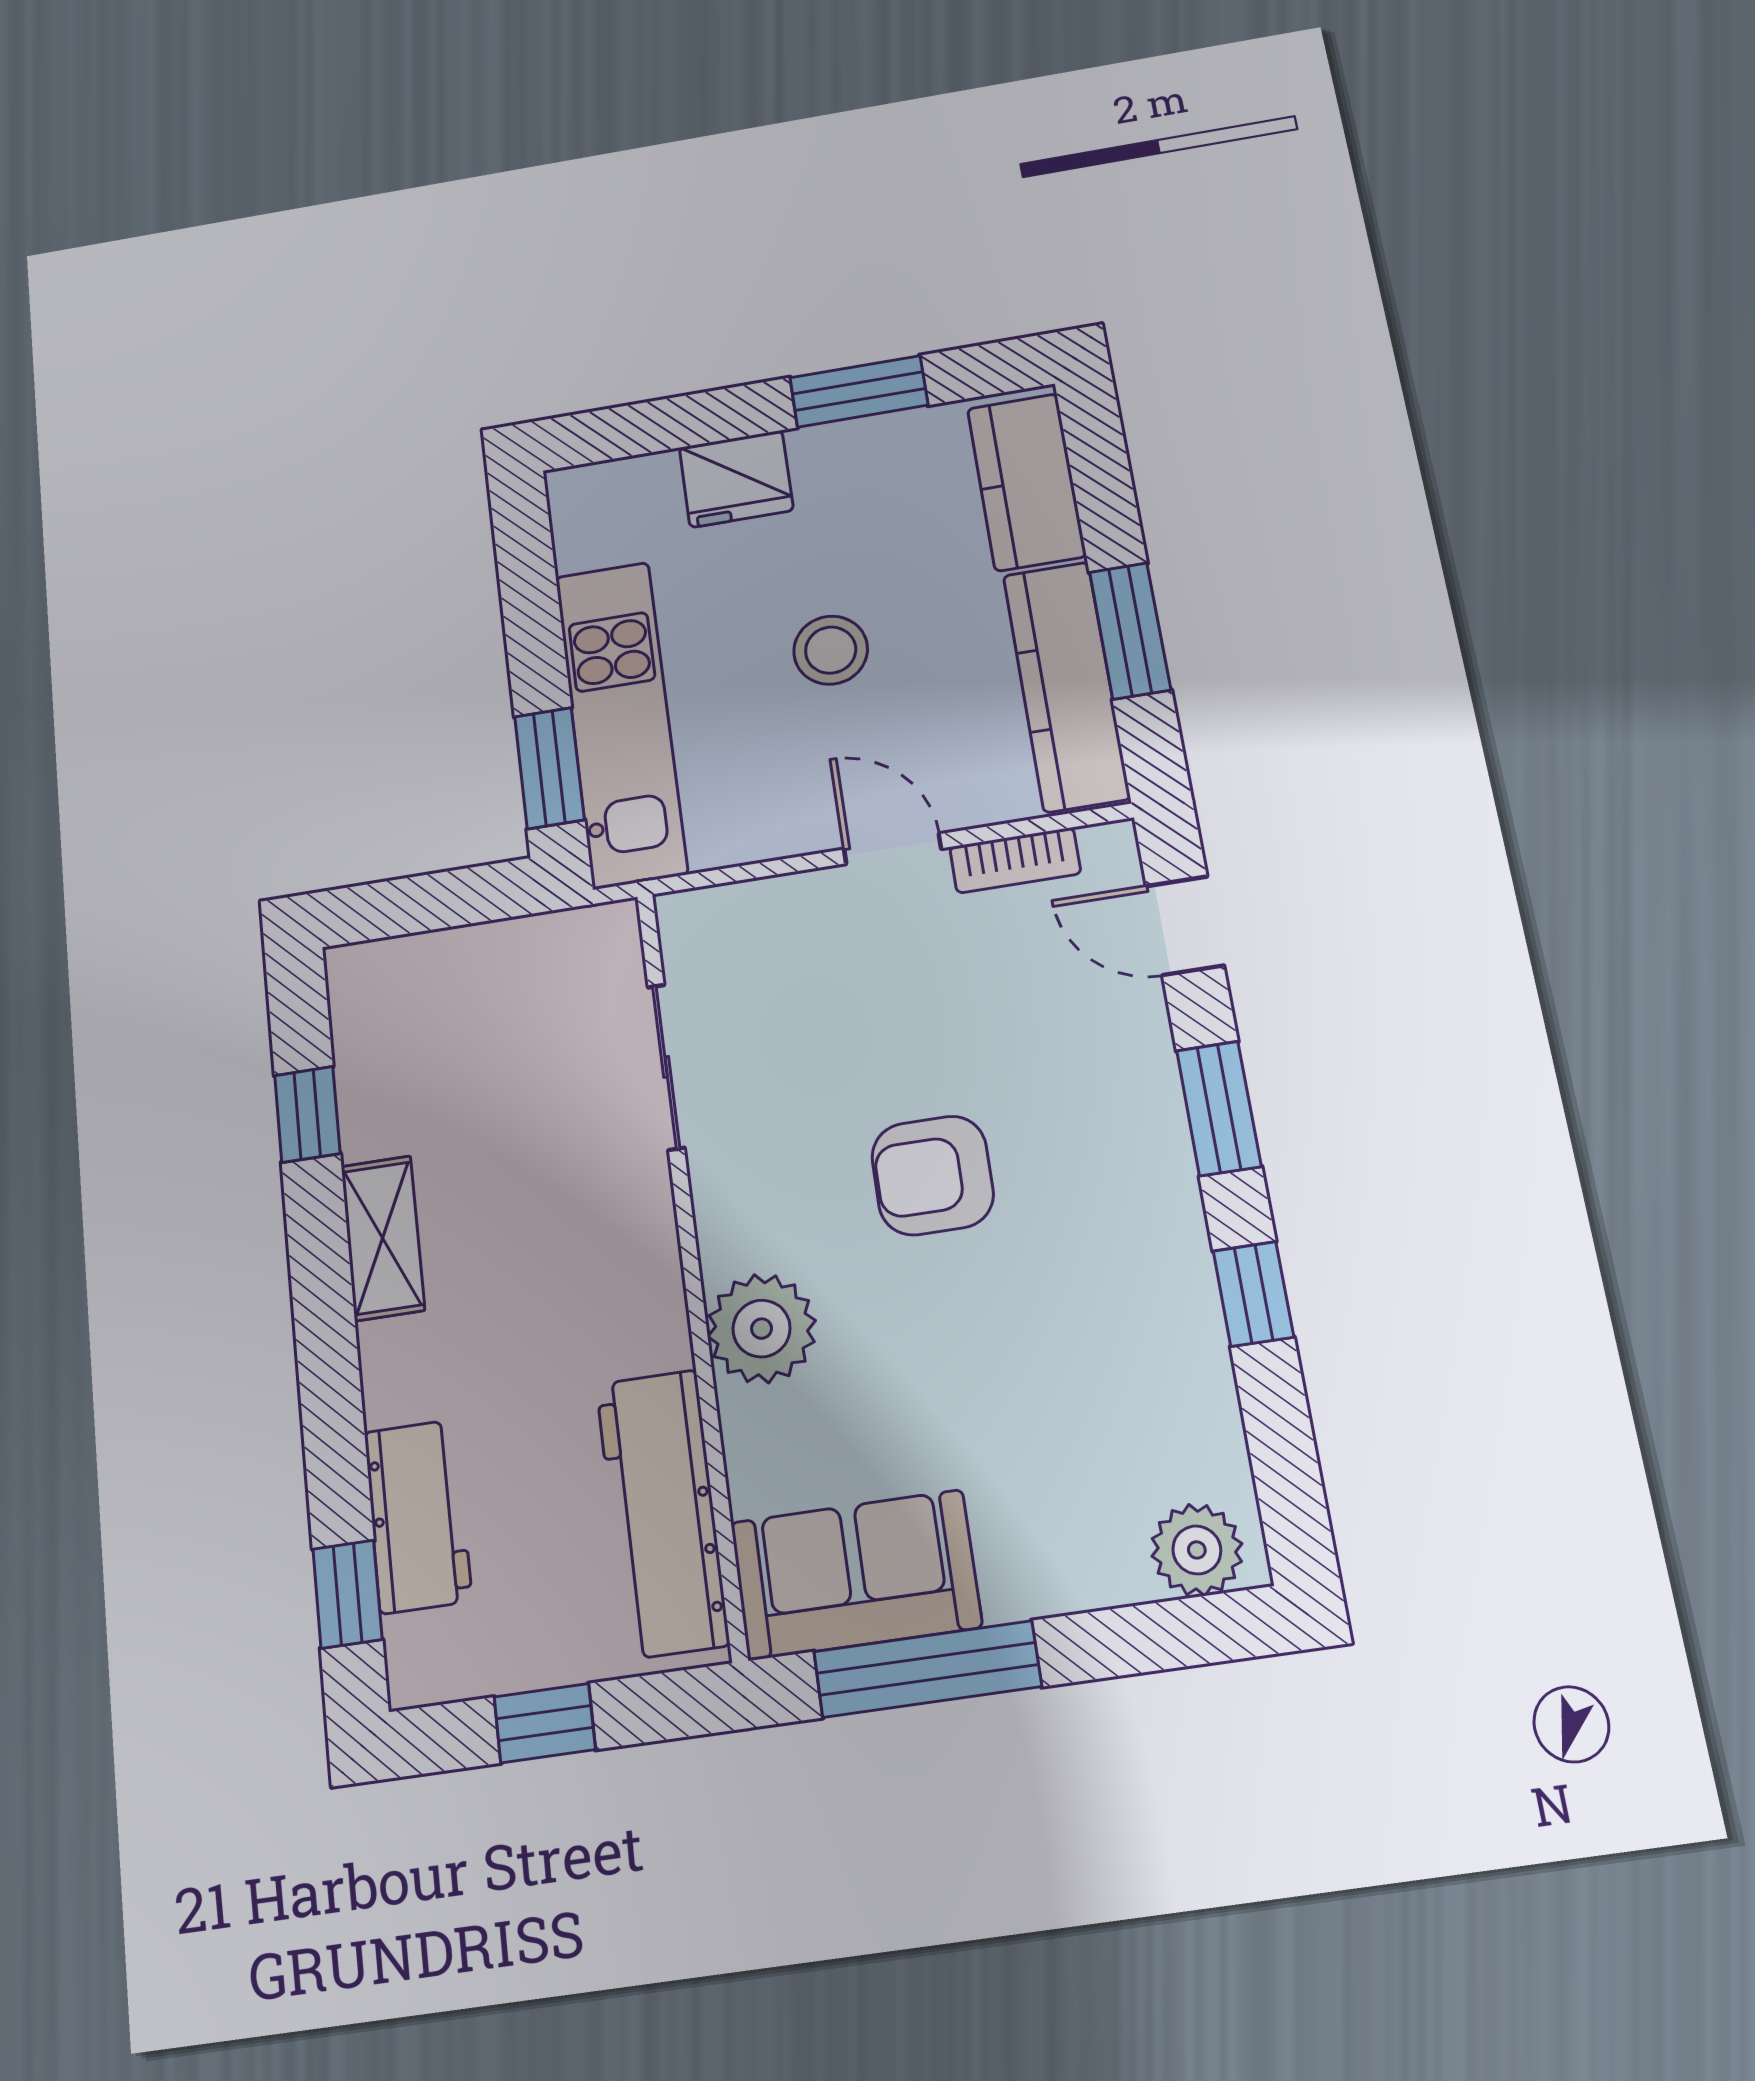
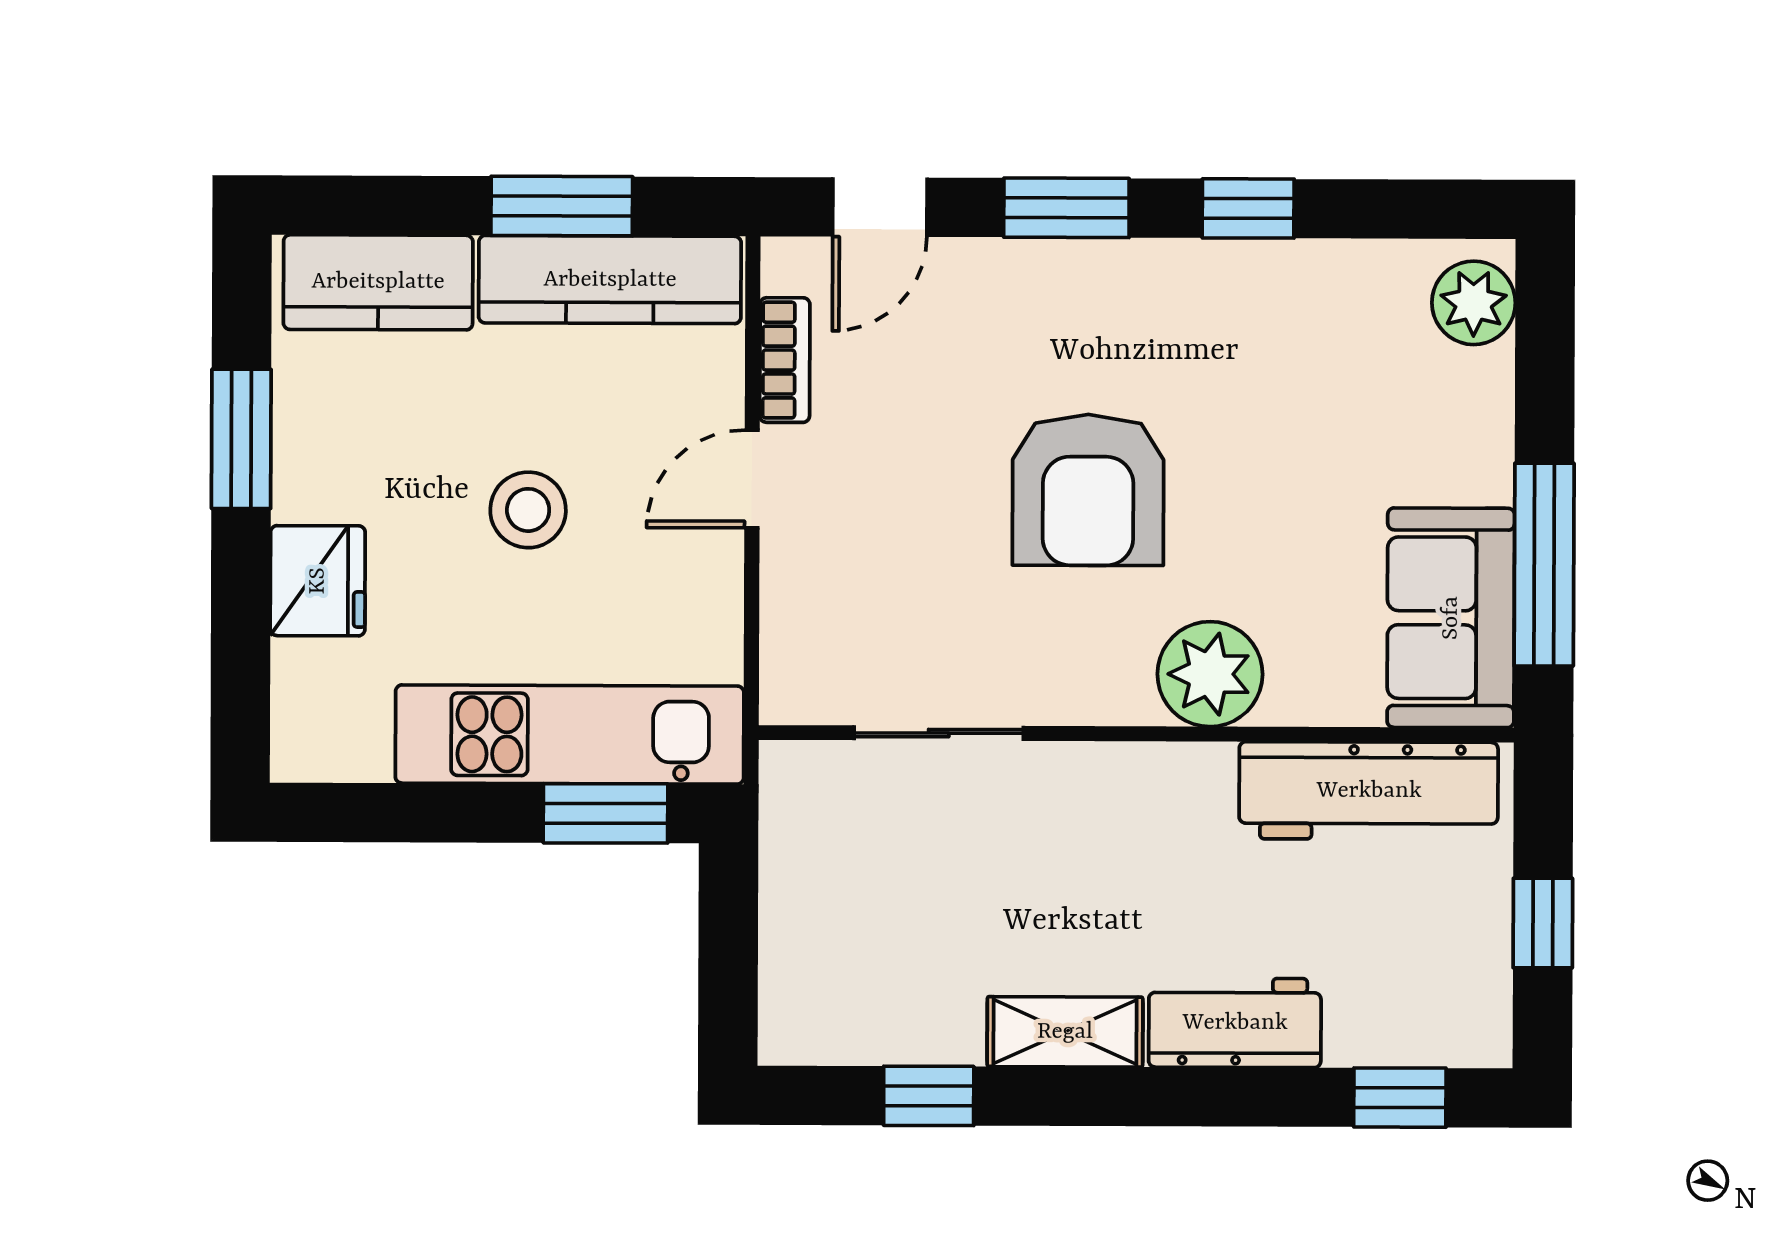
armchair: (933, 1175) -> (1088, 490), width x1.36, depth x1.36
workbench: (418, 1516) -> (1235, 1023), moved

